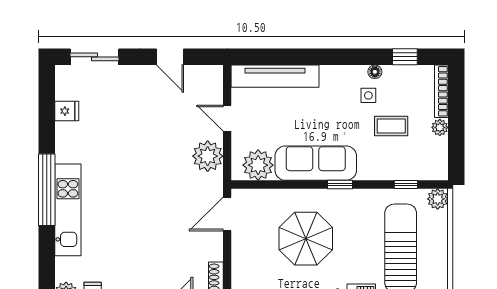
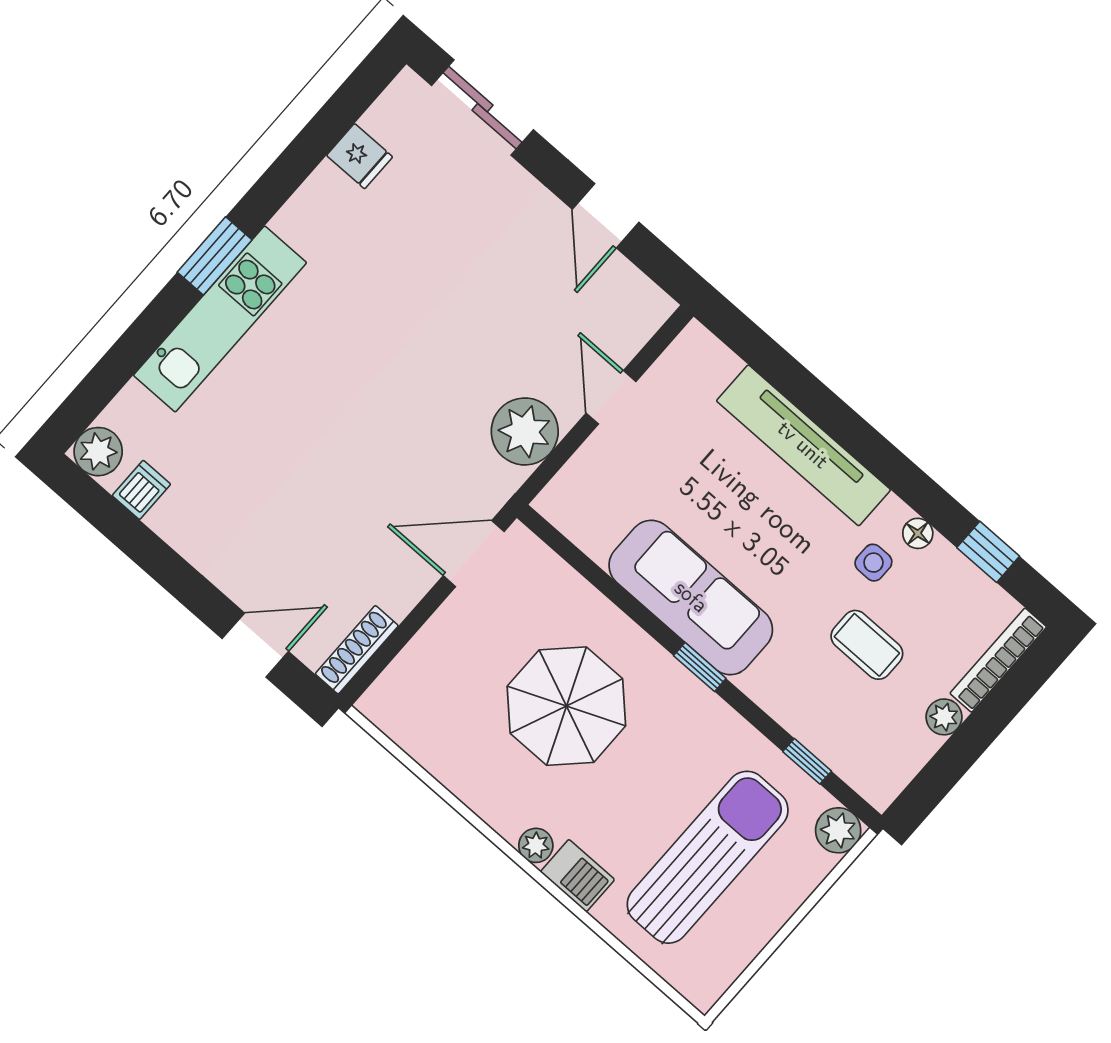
tv unit: (275, 76) -> (803, 445), moved
plant: (258, 165) -> (594, 518), removed
window: (47, 190) -> (215, 256), width x0.47

